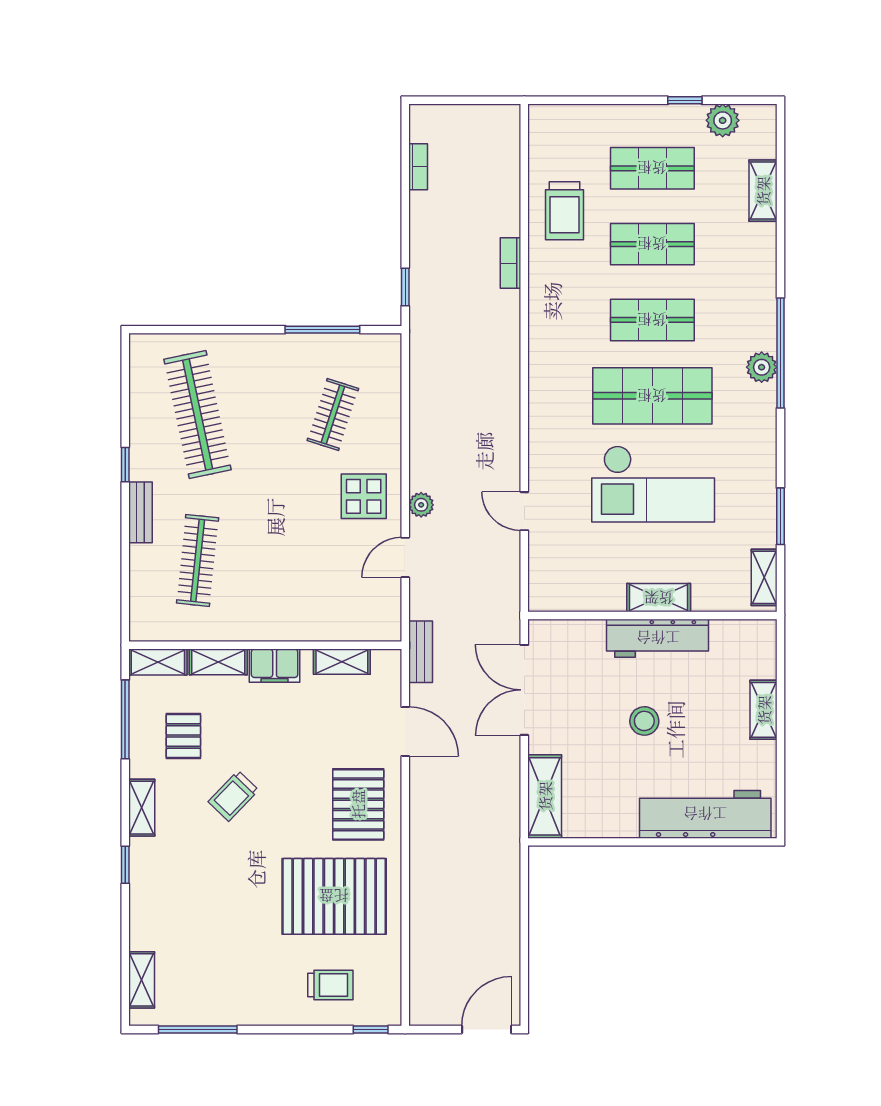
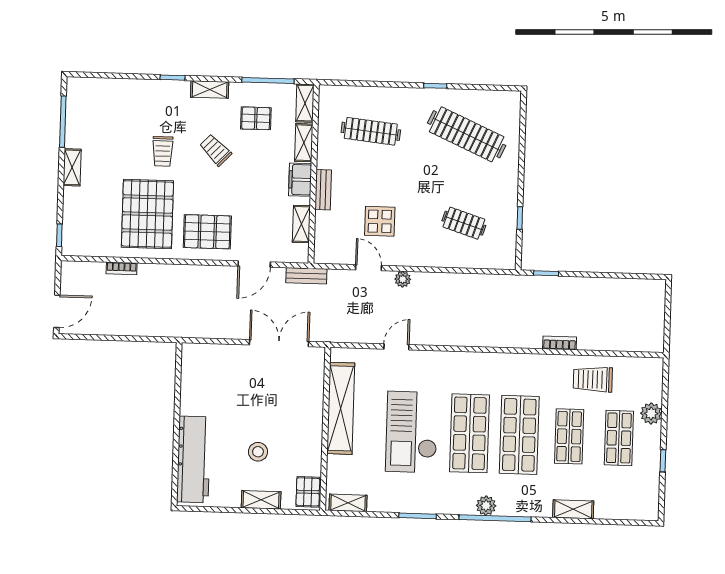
plant: (723, 120) -> (651, 413), moved
bookcase: (418, 167) -> (122, 268), moved
shelving: (763, 191) -> (573, 509), moved
shop shelf: (652, 320) -> (519, 435), width x1.43, depth x1.36
window: (322, 330) -> (520, 218), width x0.46
clothes rail: (198, 414) -> (467, 134), turned 36
display table: (364, 496) -> (380, 221), moved
bench: (140, 512) -> (323, 190), moved, turned 90
window: (780, 516) -> (418, 516), moved
shelving: (659, 598) -> (341, 408), width x2.20, depth x1.33
workbench: (658, 638) -> (310, 432), removed
pallet: (749, 639) -> (308, 492), added
stool: (644, 721) -> (258, 452), moved
shelving: (545, 796) -> (209, 354), removed
shelving: (142, 980) -> (72, 167), moved, turned 90
trolley: (330, 985) -> (163, 151), moved
door: (487, 1029) -> (57, 311), hinge flipped

